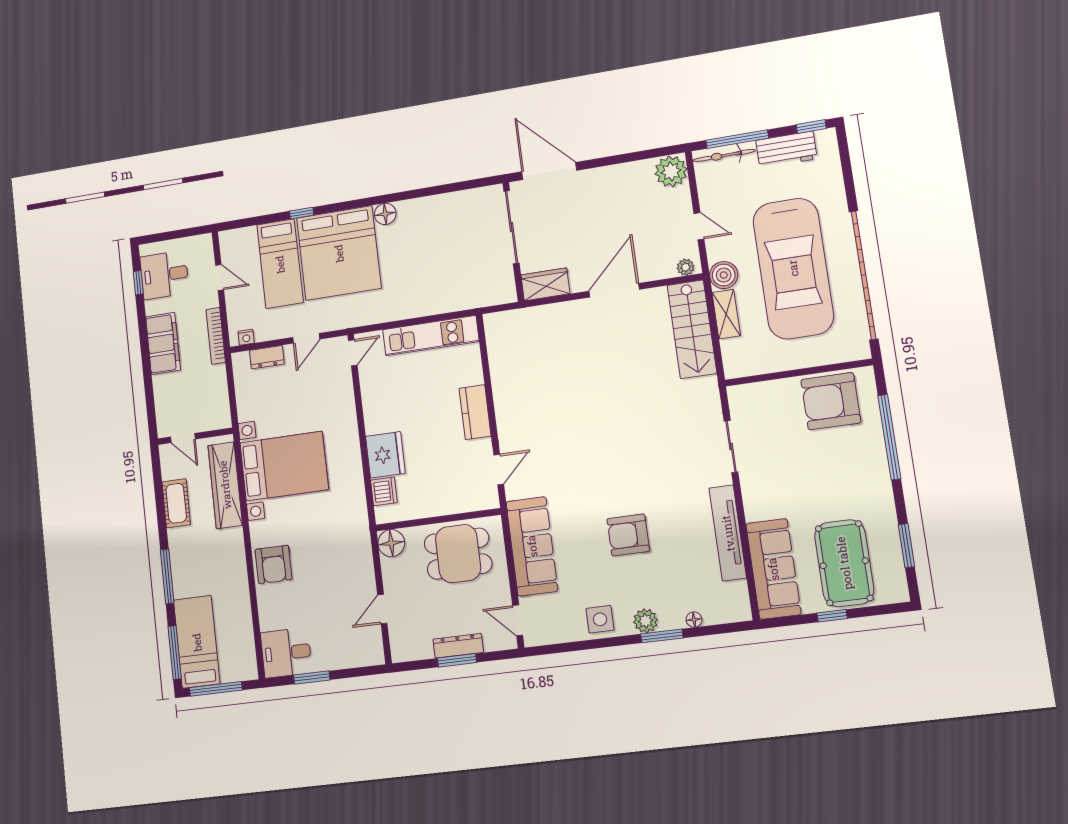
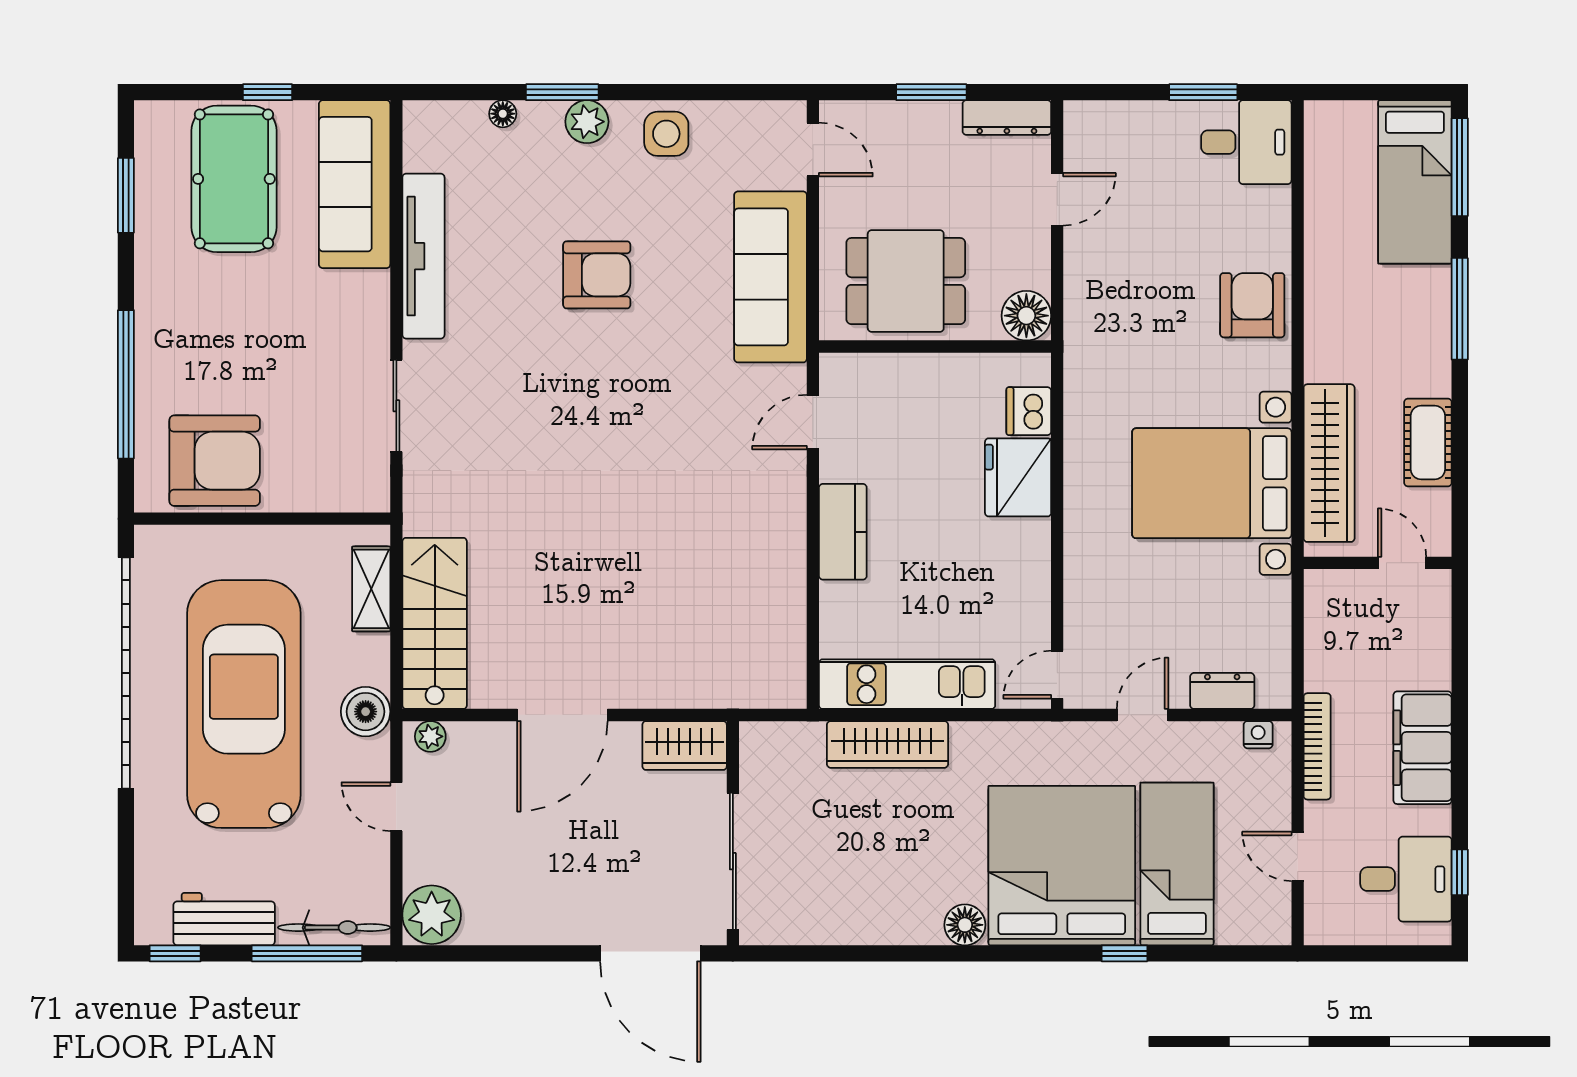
wardrobe: (437, 302) -> (887, 744), added
shelving: (726, 314) -> (371, 589), moved
dresser: (458, 646) -> (1007, 118), moved
window: (216, 689) -> (1387, 92), removed

